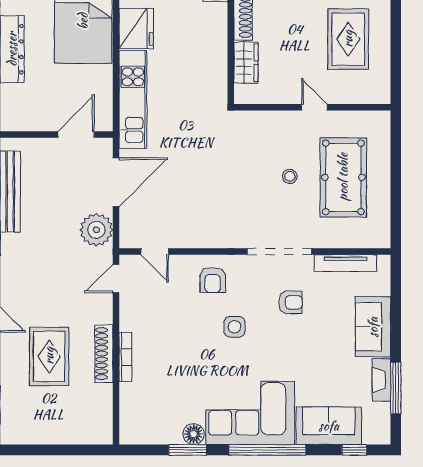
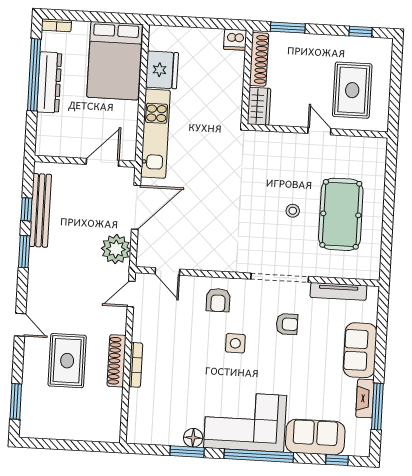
wall: (312, 107) -> (317, 131), moved
door: (314, 107) -> (319, 131), moved

